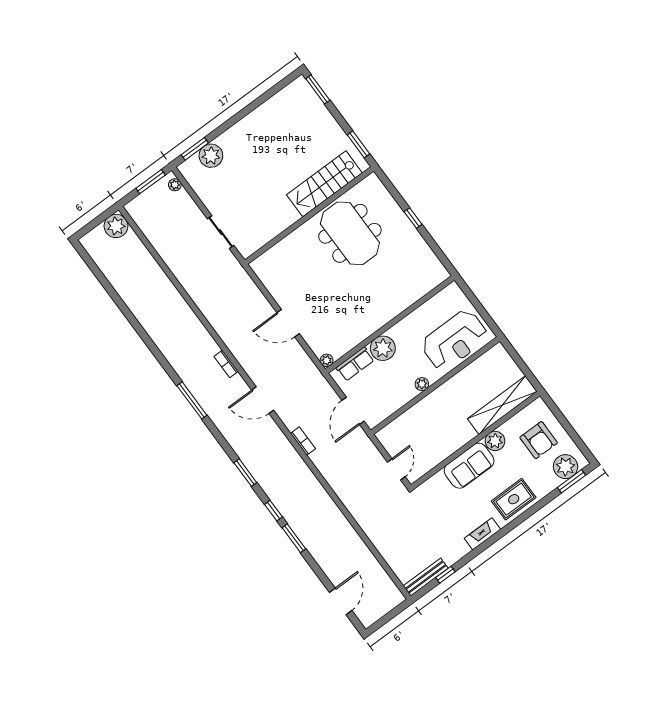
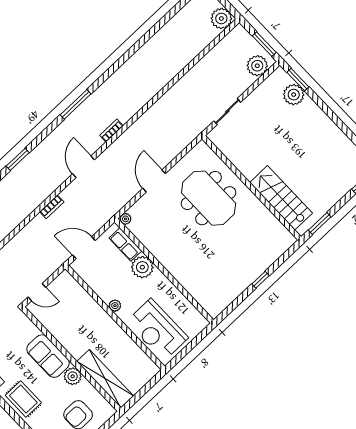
plant: (175, 185) -> (257, 66), width x1.87, depth x1.87
meeting table: (350, 233) -> (209, 198), moved, turned 90

